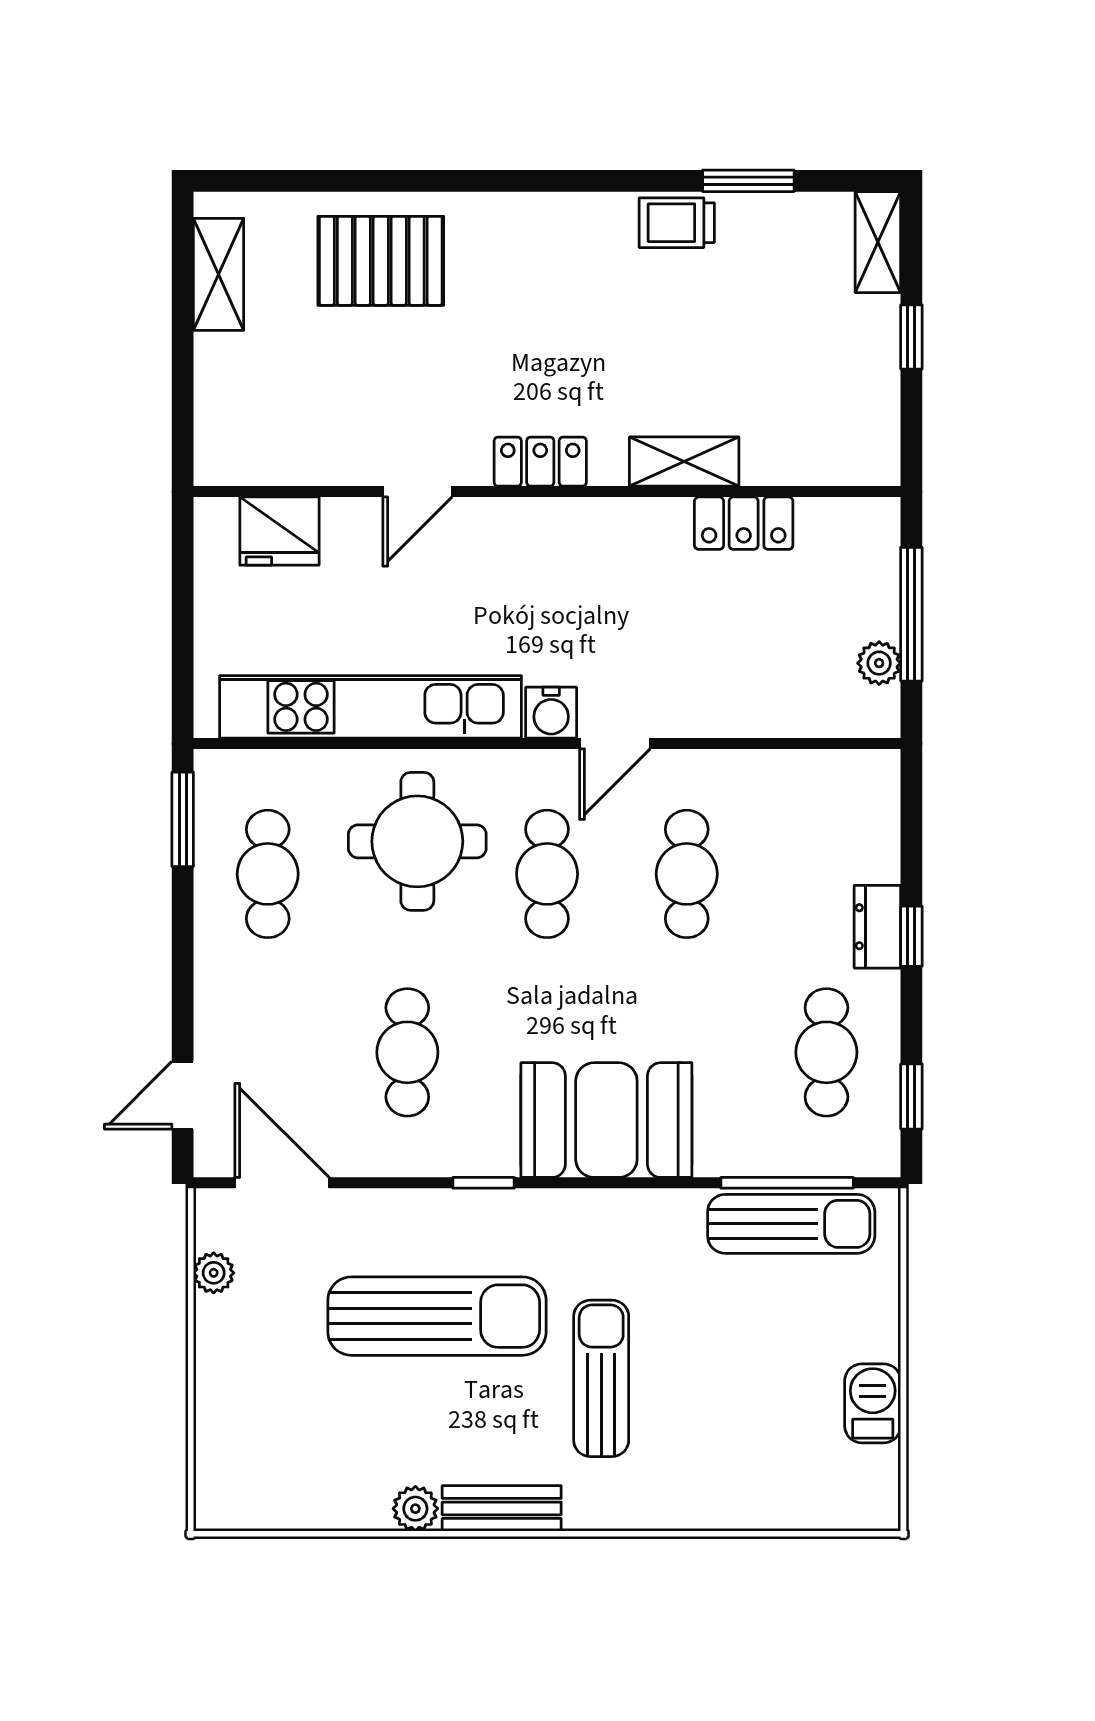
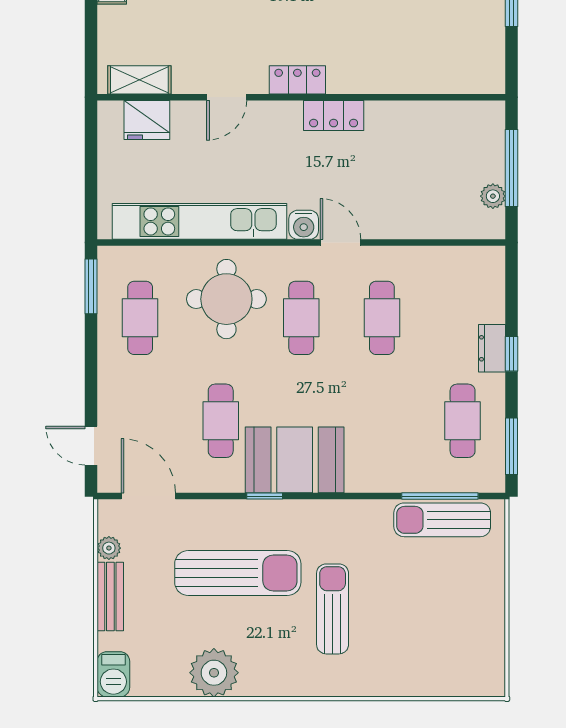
shelving: (684, 462) -> (139, 80), moved
locker: (744, 523) -> (334, 115), moved
door: (615, 743) -> (340, 243), swing flipped
door: (183, 1095) -> (91, 446), hinge flipped
window: (911, 1096) -> (512, 446), width x1.50
booth: (606, 1120) -> (295, 460), moved
sun lounger: (791, 1224) -> (442, 520), turned 180
barbecue: (873, 1403) -> (113, 674), moved, turned 180
bench: (502, 1508) -> (110, 597), moved, turned 90
plant: (415, 1509) -> (214, 673), width x1.88, depth x1.88

